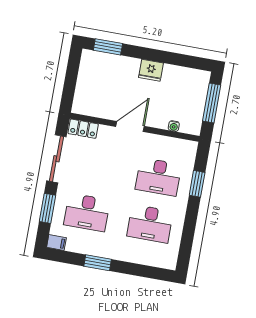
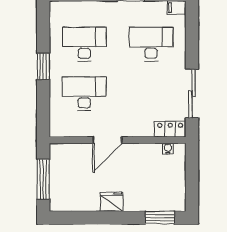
door: (130, 126) -> (107, 140), moved
water cooler: (174, 126) -> (168, 149), moved
window: (197, 184) -> (43, 66), moved
window: (48, 208) -> (192, 41), removed

